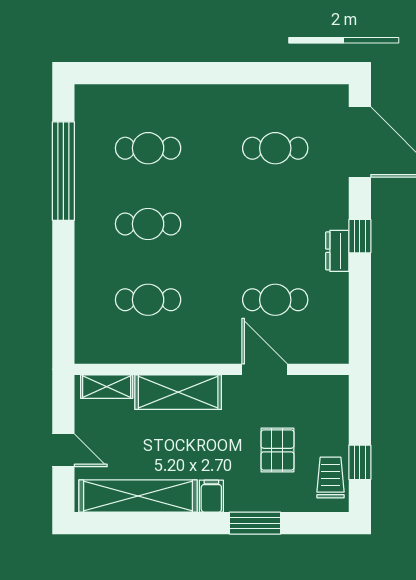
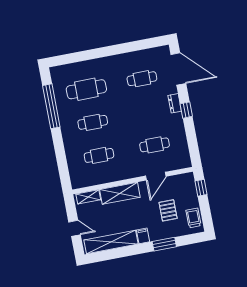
cafe table: (148, 148) -> (86, 89), width x1.37, depth x1.35
dresser: (337, 251) -> (175, 103), moved
door: (265, 369) -> (156, 176), swing flipped
window: (360, 462) -> (201, 188), moved

